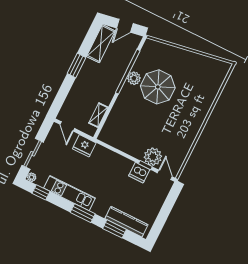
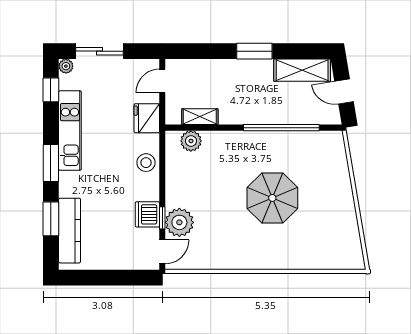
plant: (134, 78) -> (191, 141), moved
parasol: (158, 87) -> (272, 198), moved
stool: (109, 159) -> (146, 163), added

